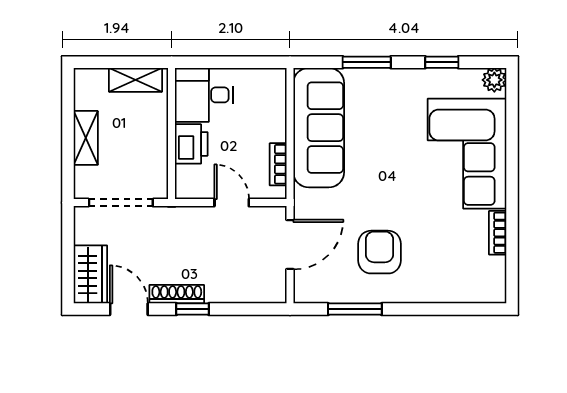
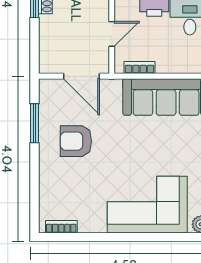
bookcase: (498, 233) -> (61, 227), moved
armchair: (380, 252) -> (76, 141), turned 180

